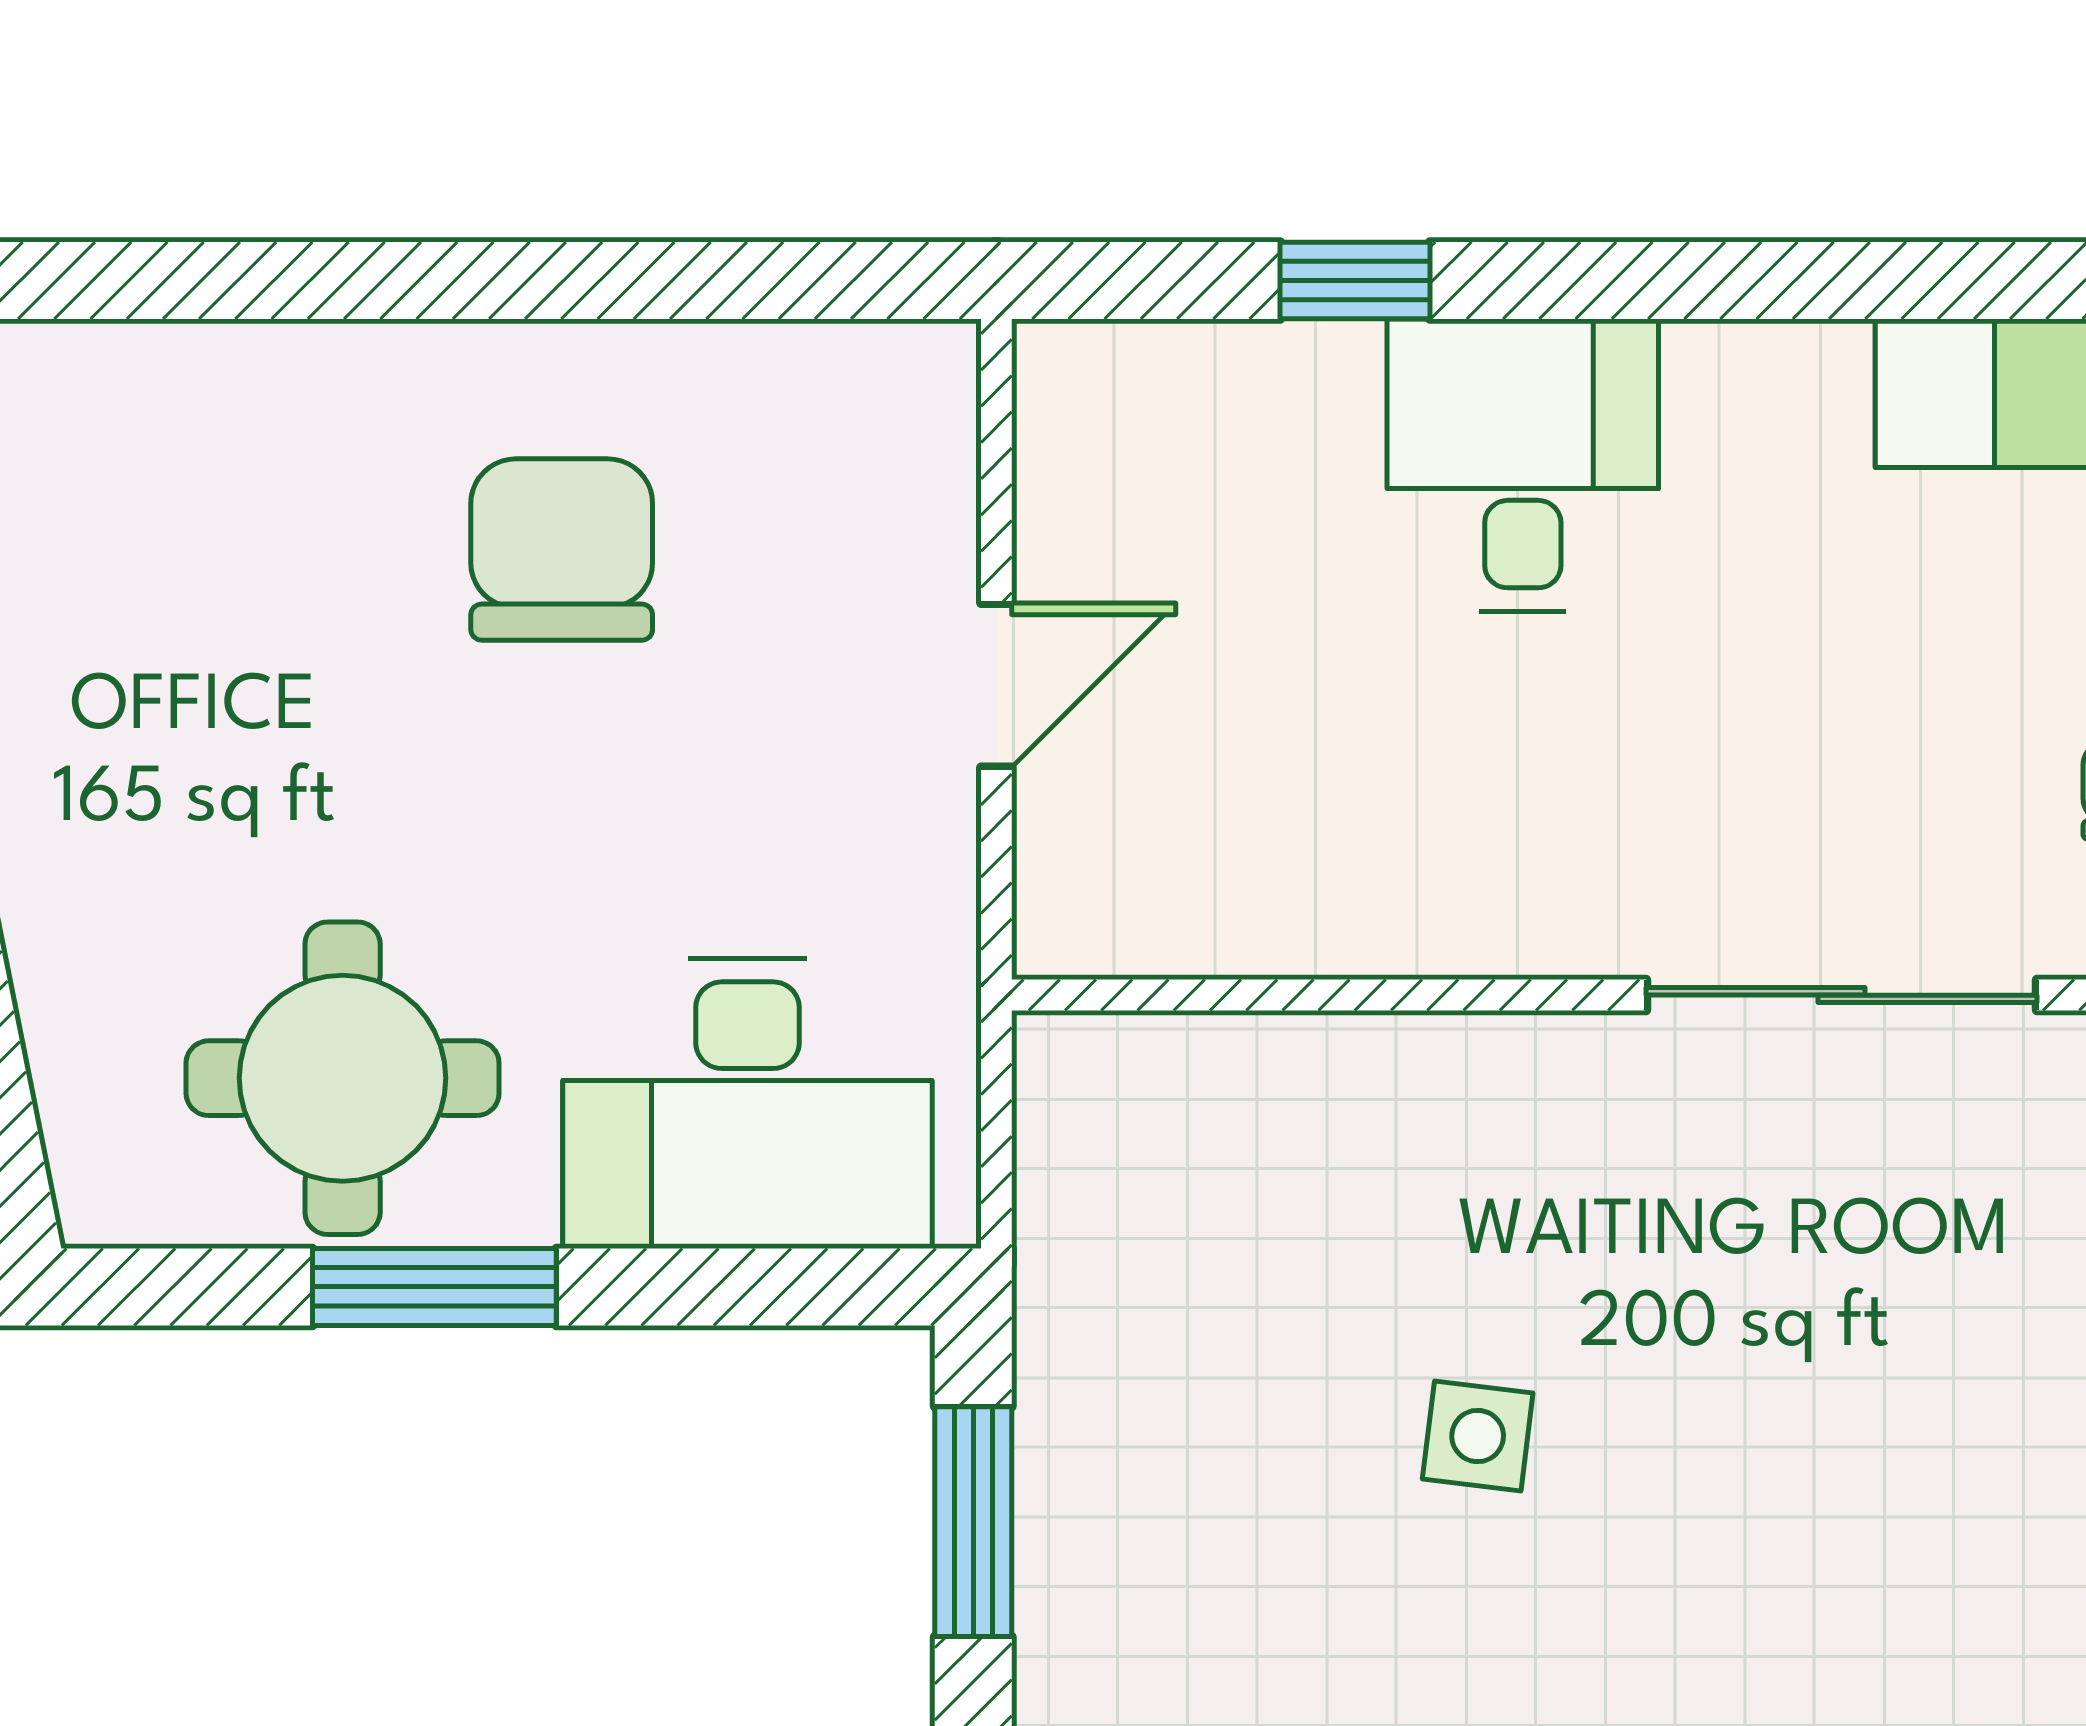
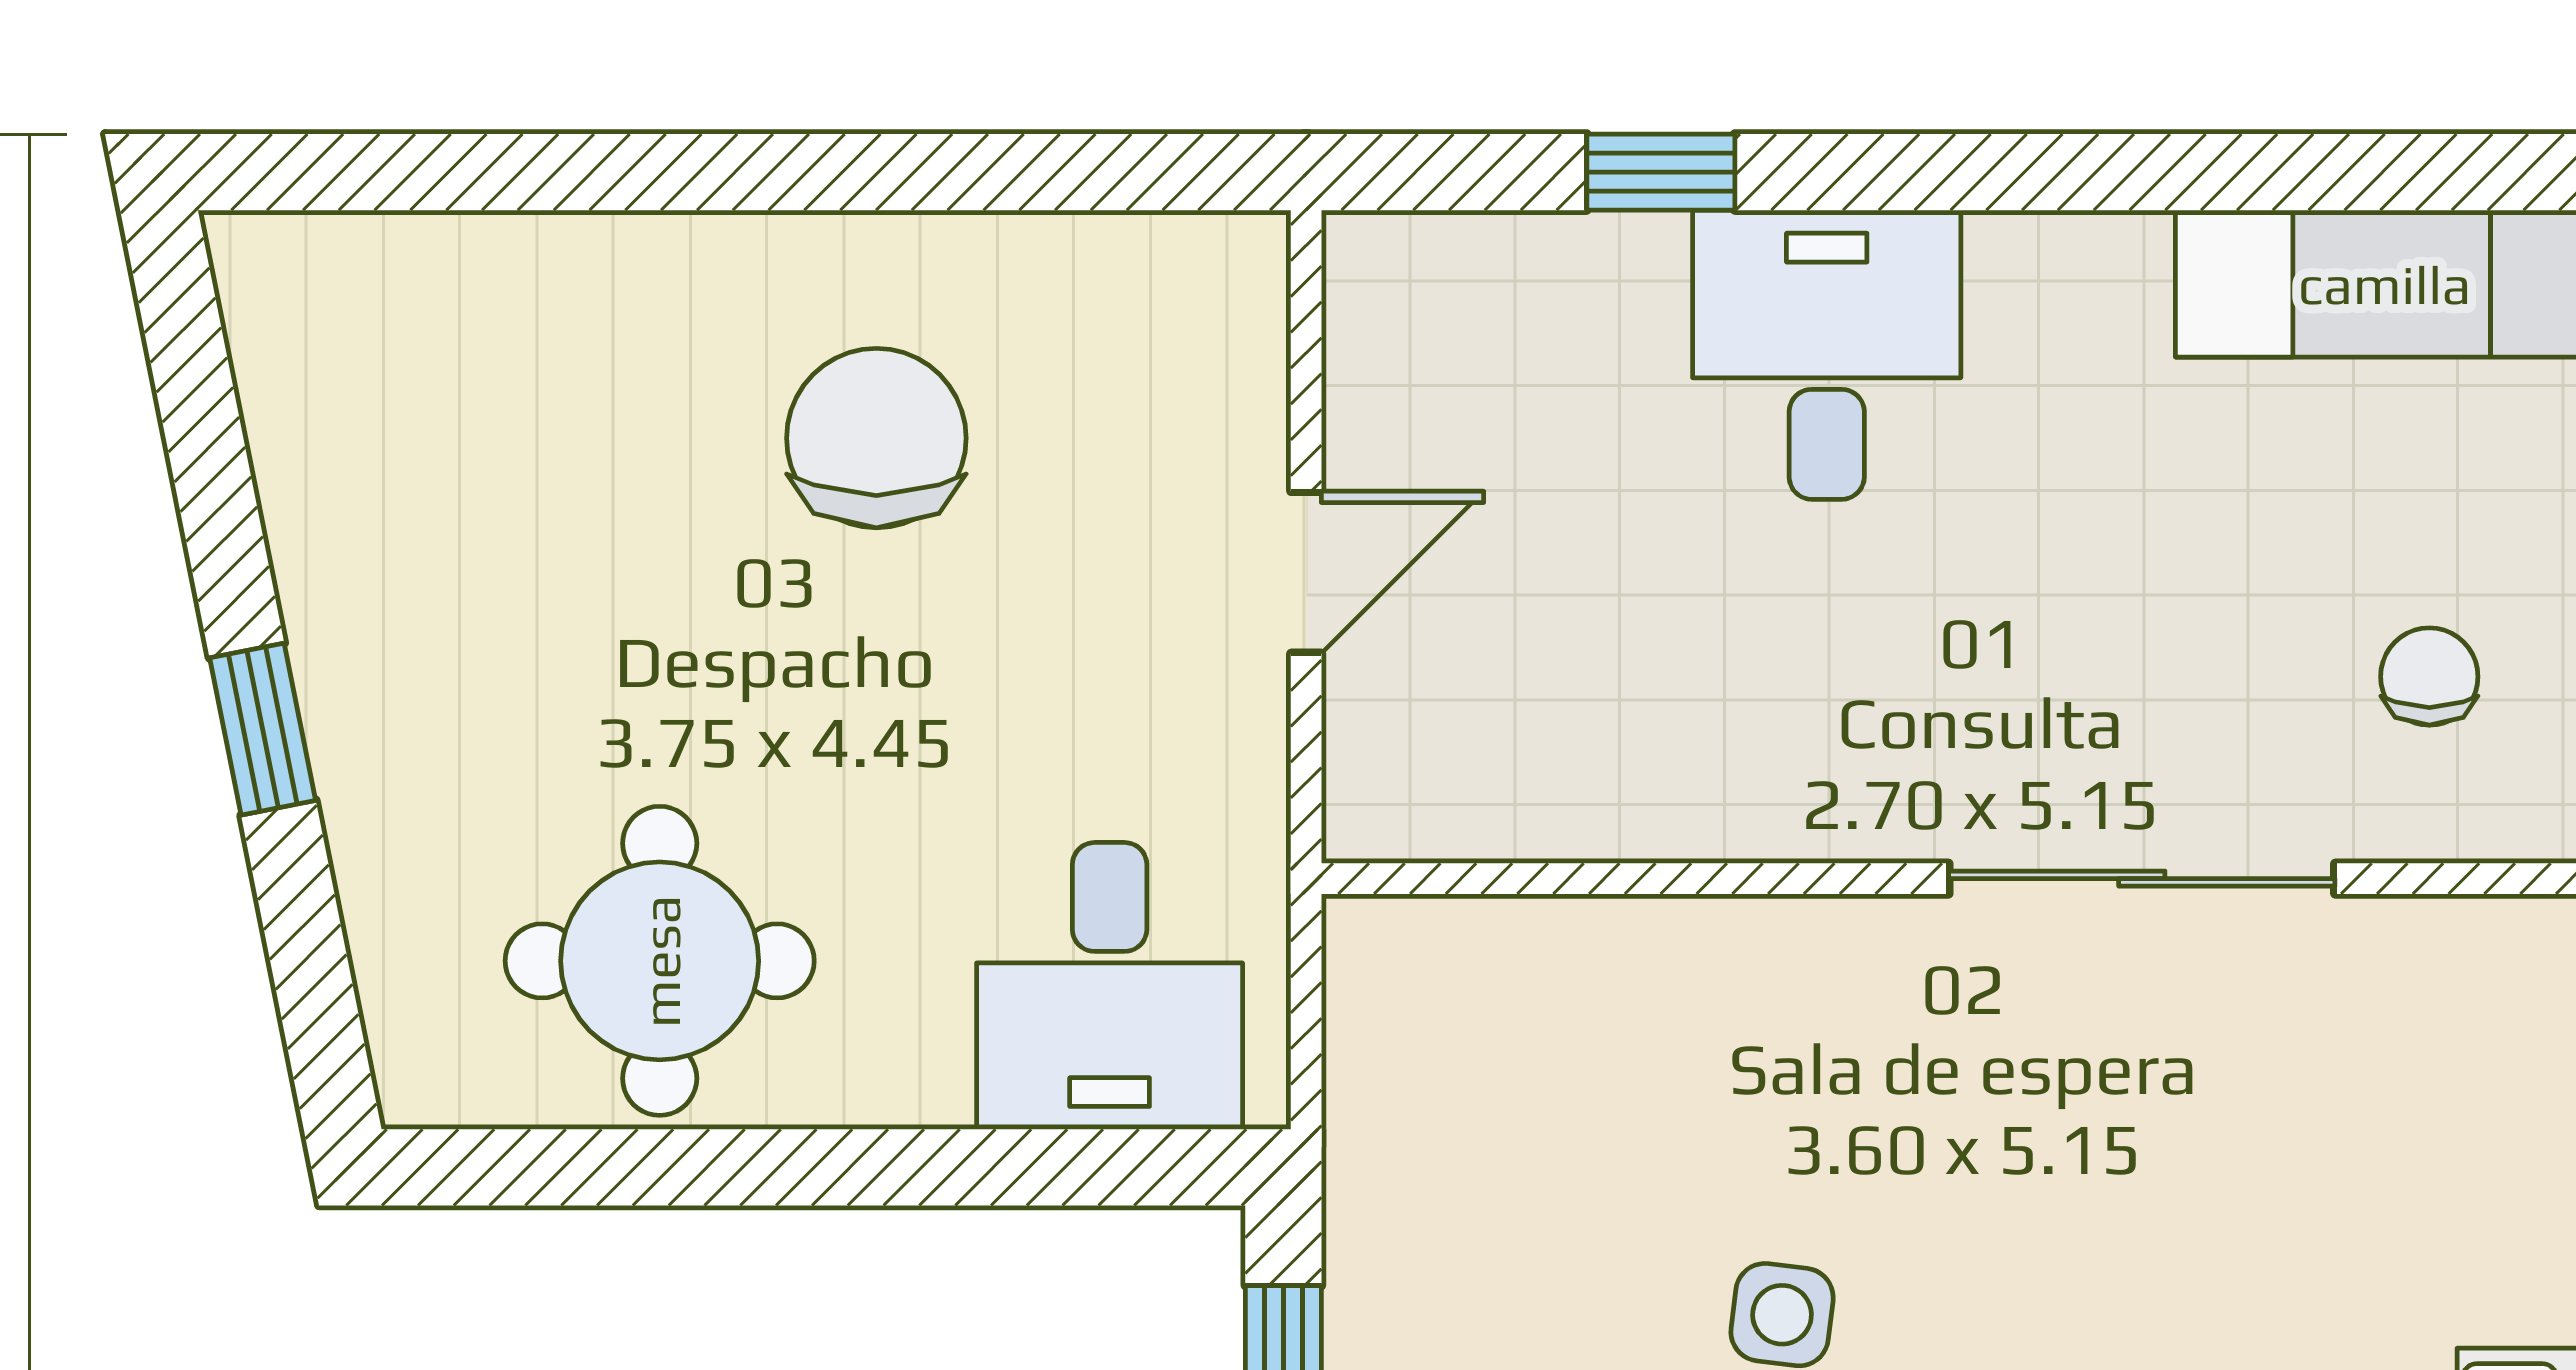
desk: (747, 1104) -> (1110, 986), width x0.73
window: (434, 1287) -> (751, 1167), removed

